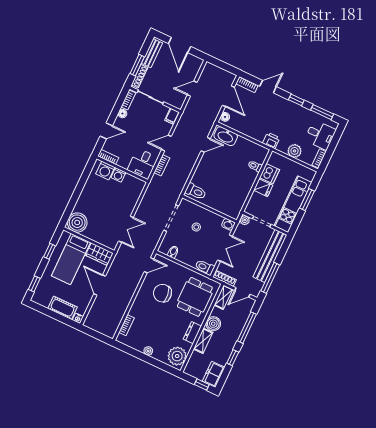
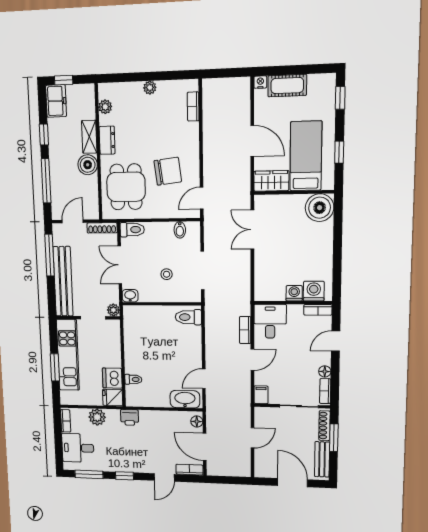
fridge: (263, 188) -> (113, 398), moved
shelving: (223, 297) -> (92, 204), removed
plant: (177, 356) -> (105, 107), width x0.53, depth x0.53

